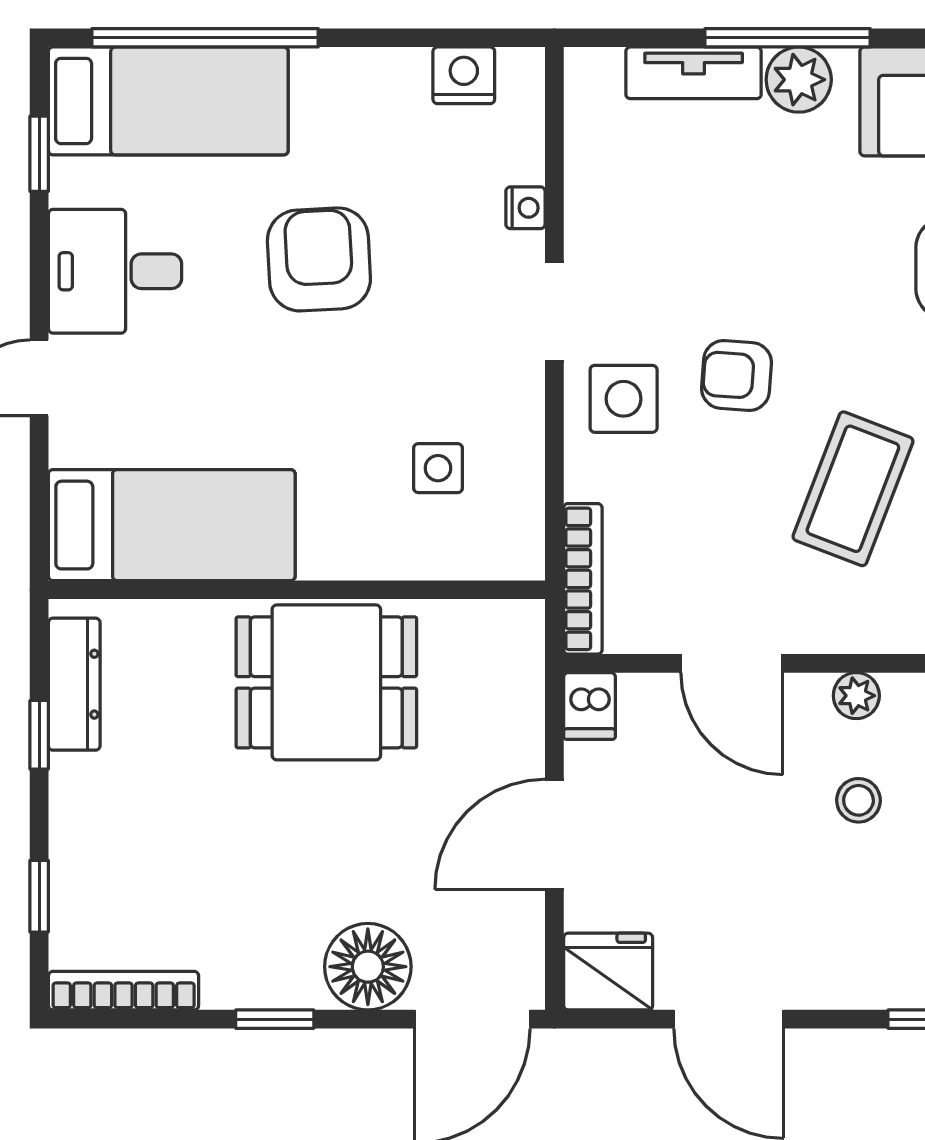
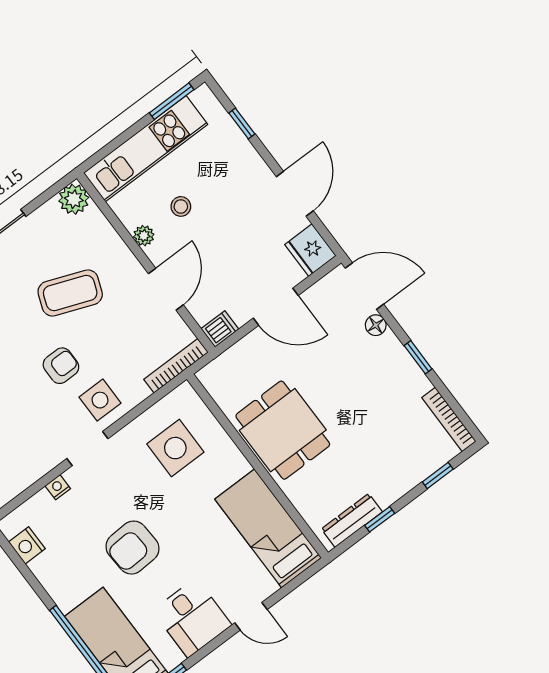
armchair: (736, 376) -> (61, 366), turned -94
side table: (438, 468) -> (175, 448), width x1.87, depth x1.87
floor lamp: (368, 967) -> (376, 325), width x0.53, depth x0.53

